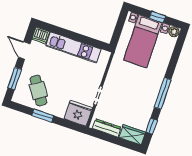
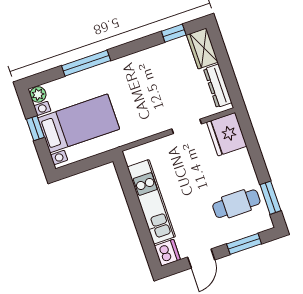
cafe table: (38, 91) -> (236, 204), turned 33
window: (163, 93) -> (86, 63), moved
window: (43, 116) -> (270, 198), moved

